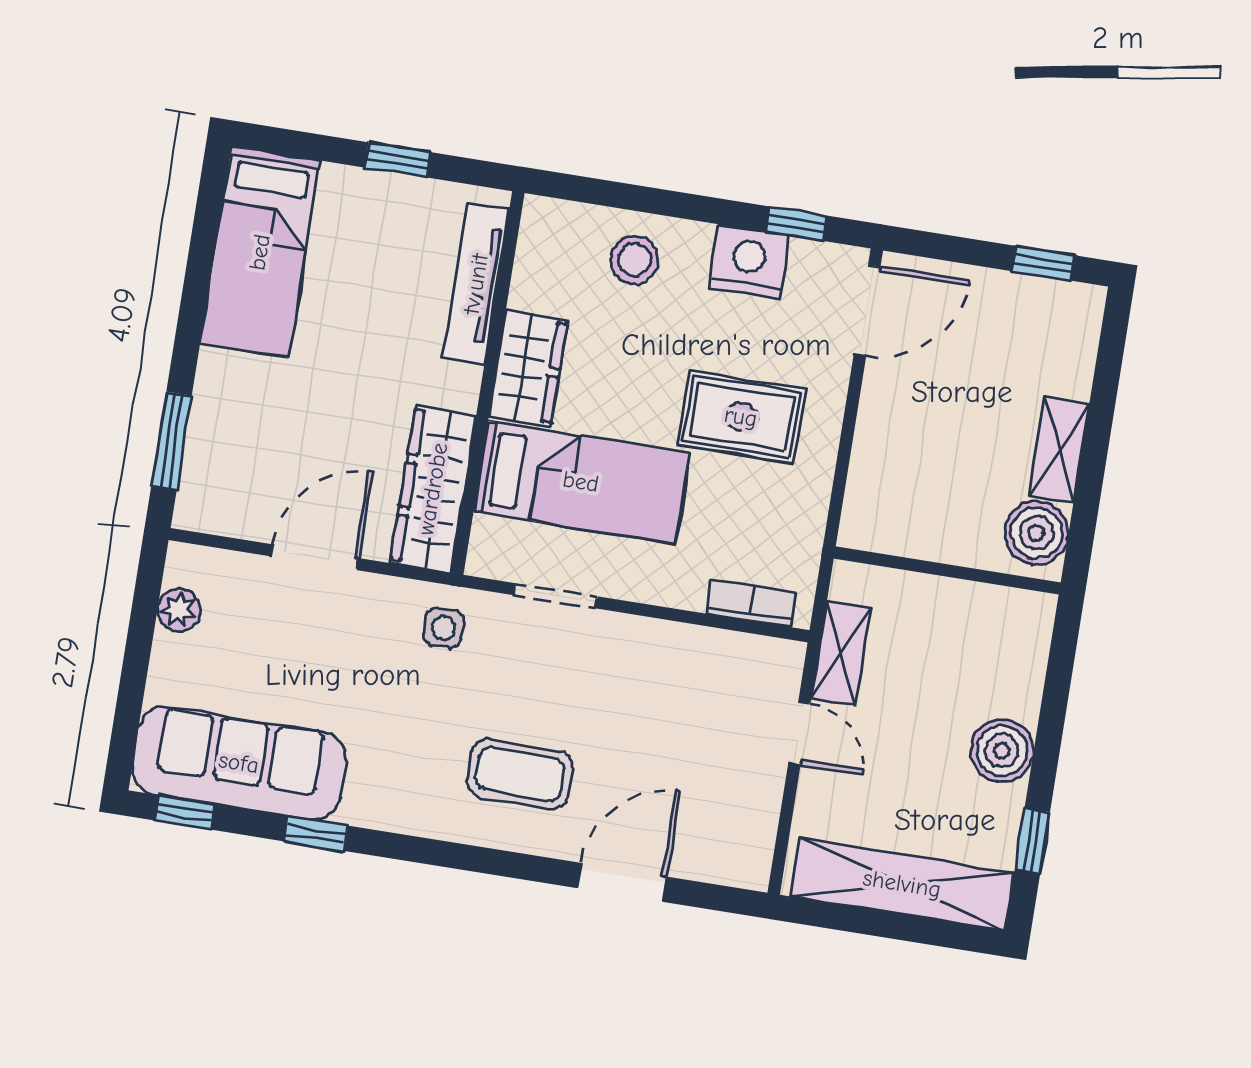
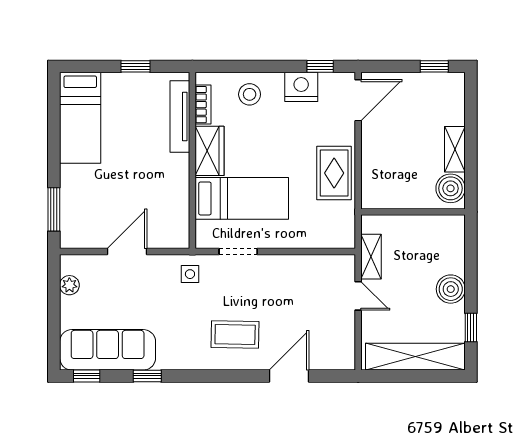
rug: (741, 417) -> (334, 173), moved, turned 90
wardrobe: (433, 489) -> (175, 212), removed
bookcase: (751, 604) -> (203, 105), moved, turned 90

